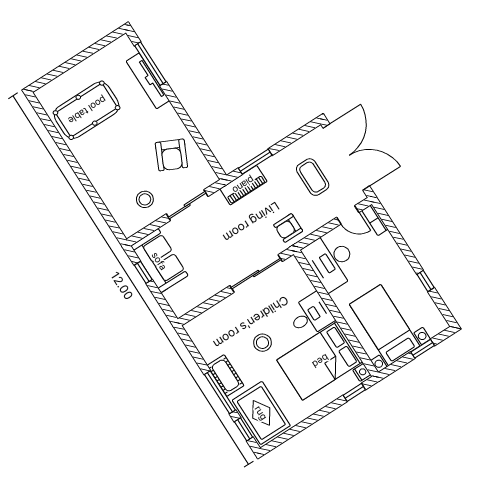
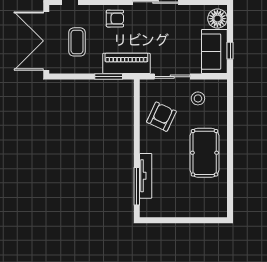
pool table: (87, 110) -> (205, 153), moved, turned 90
piano: (243, 185) -> (126, 63), width x1.37, depth x1.33
floor lamp: (179, 298) -> (217, 19), added

